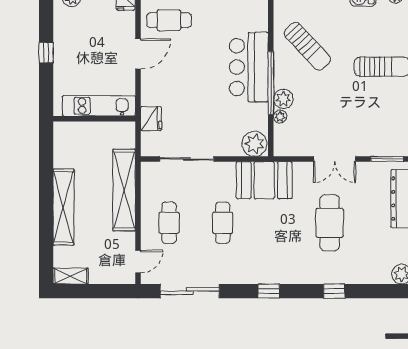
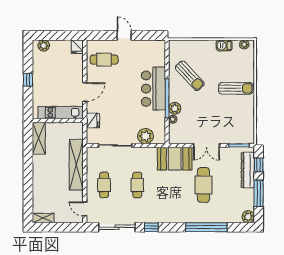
door: (138, 54) -> (85, 92), moved
plant: (254, 144) -> (145, 136), moved
booth: (264, 180) -> (175, 159), moved
shelving: (63, 207) -> (39, 138), moved, width x0.68
door: (138, 261) -> (85, 209), swing flipped
window: (269, 291) -> (151, 227), moved
window: (334, 291) -> (206, 227), width x3.17

